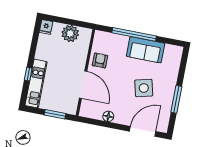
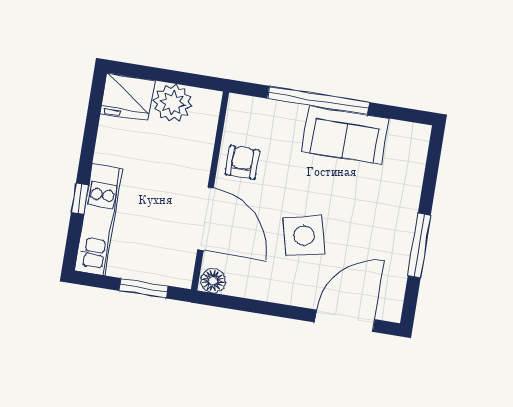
fridge: (46, 27) -> (127, 97), width x1.88, depth x1.34
side table: (144, 88) -> (304, 236), moved
floor lamp: (108, 116) -> (213, 281), moved

